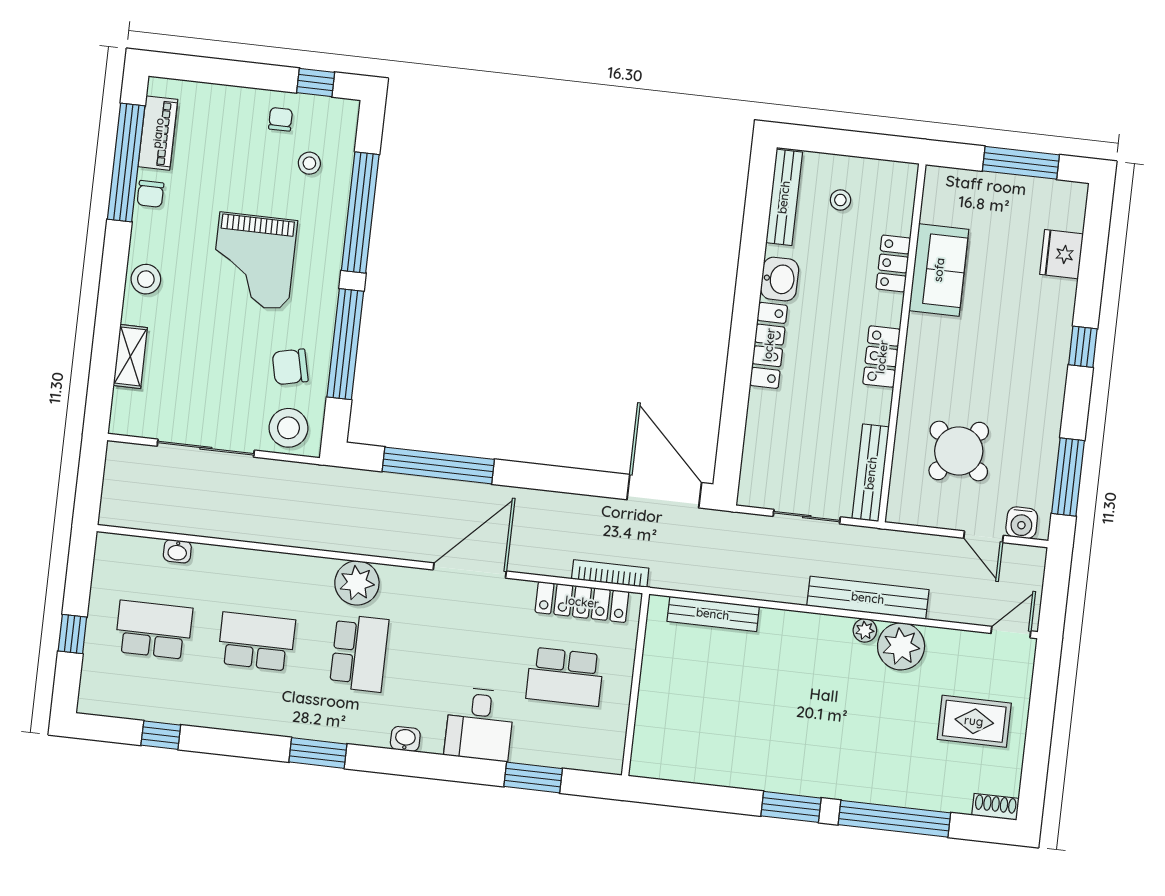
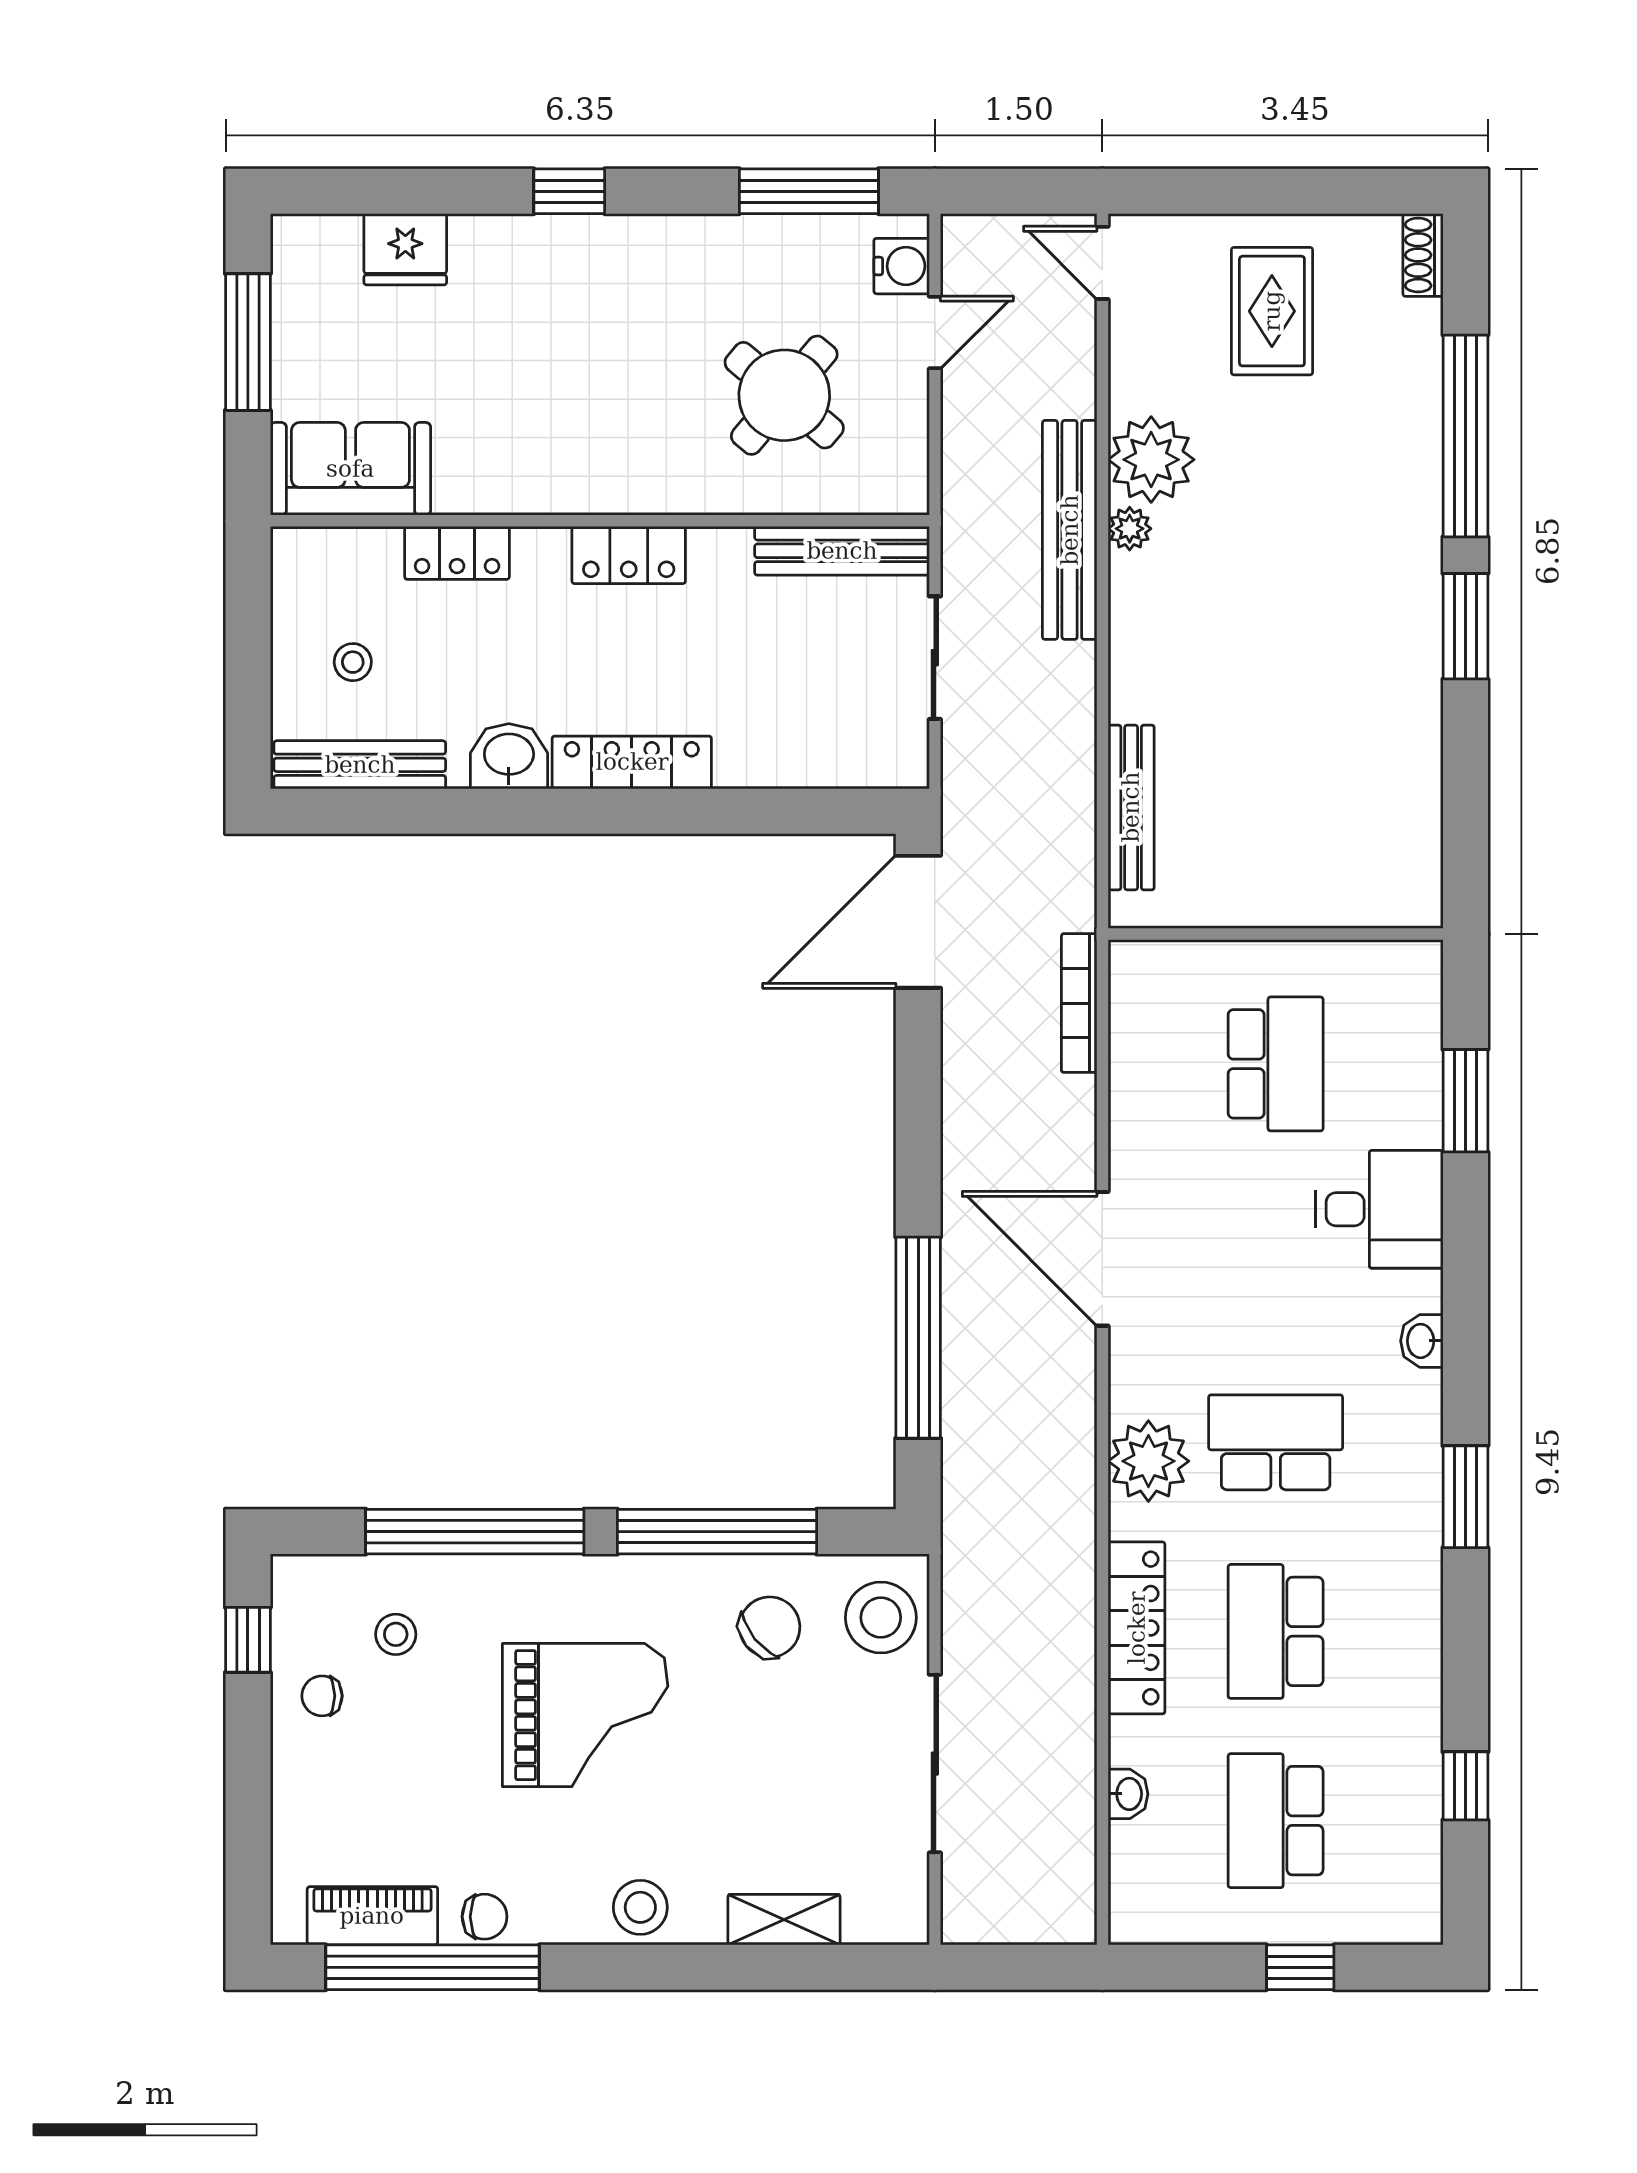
sofa: (939, 270) -> (350, 469), moved
chair: (290, 367) -> (770, 1627), turned -116
locker: (582, 602) -> (1137, 1628), moved

